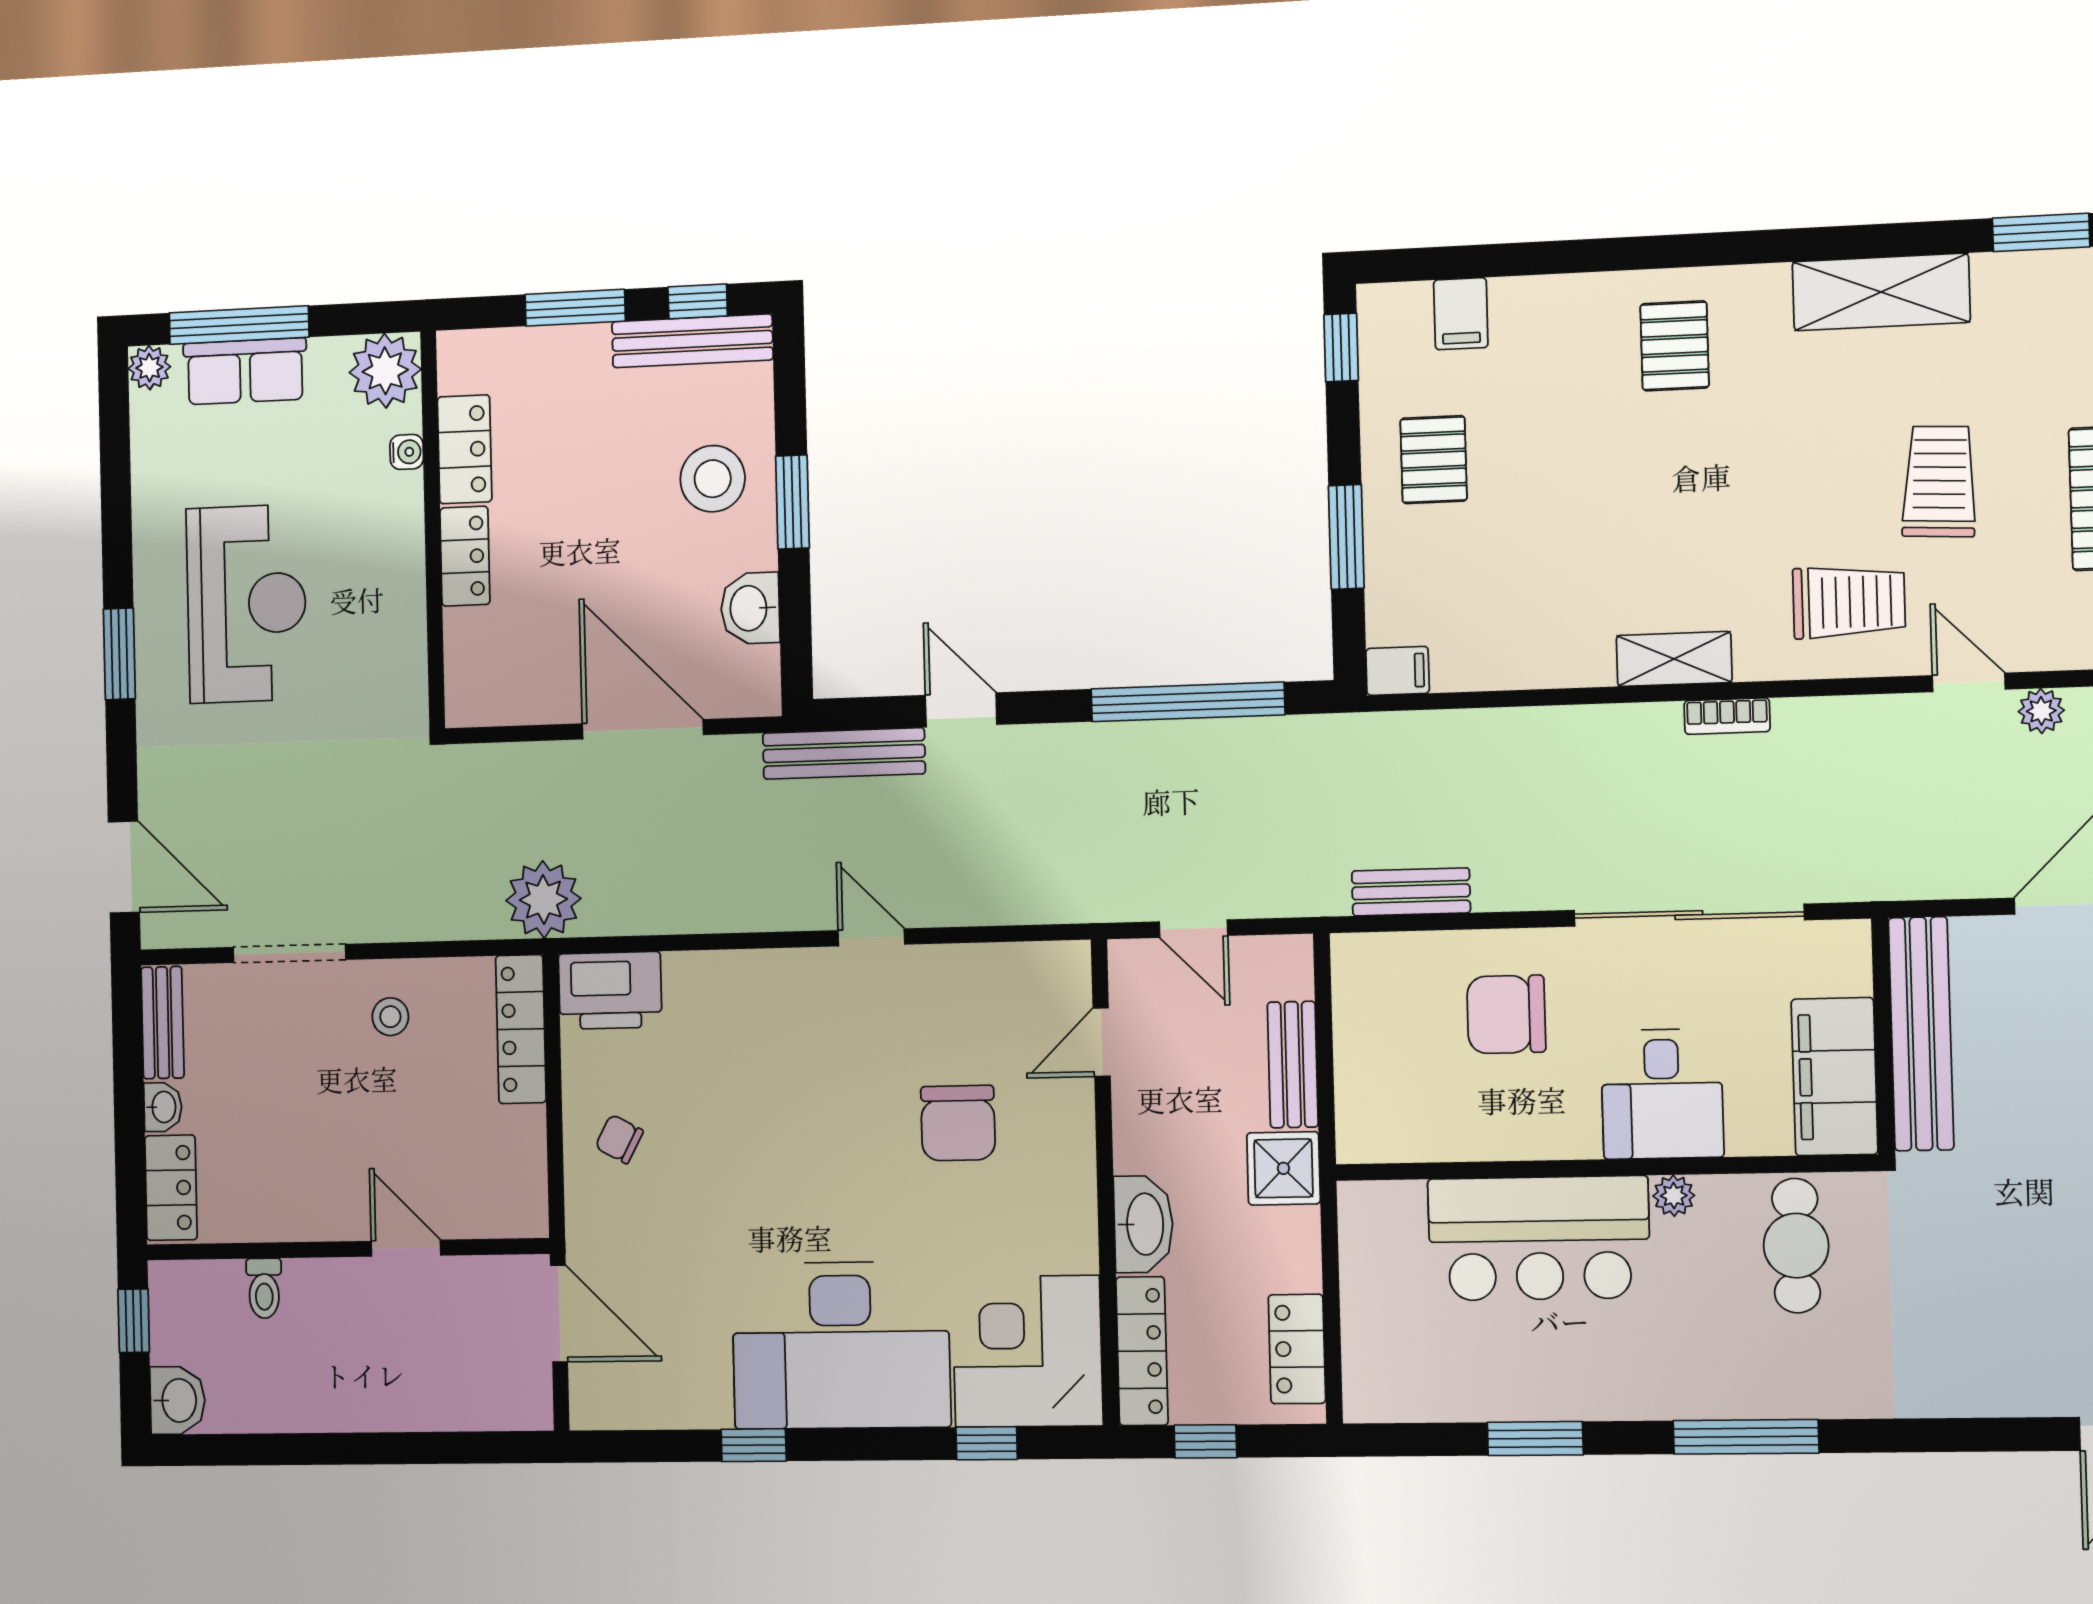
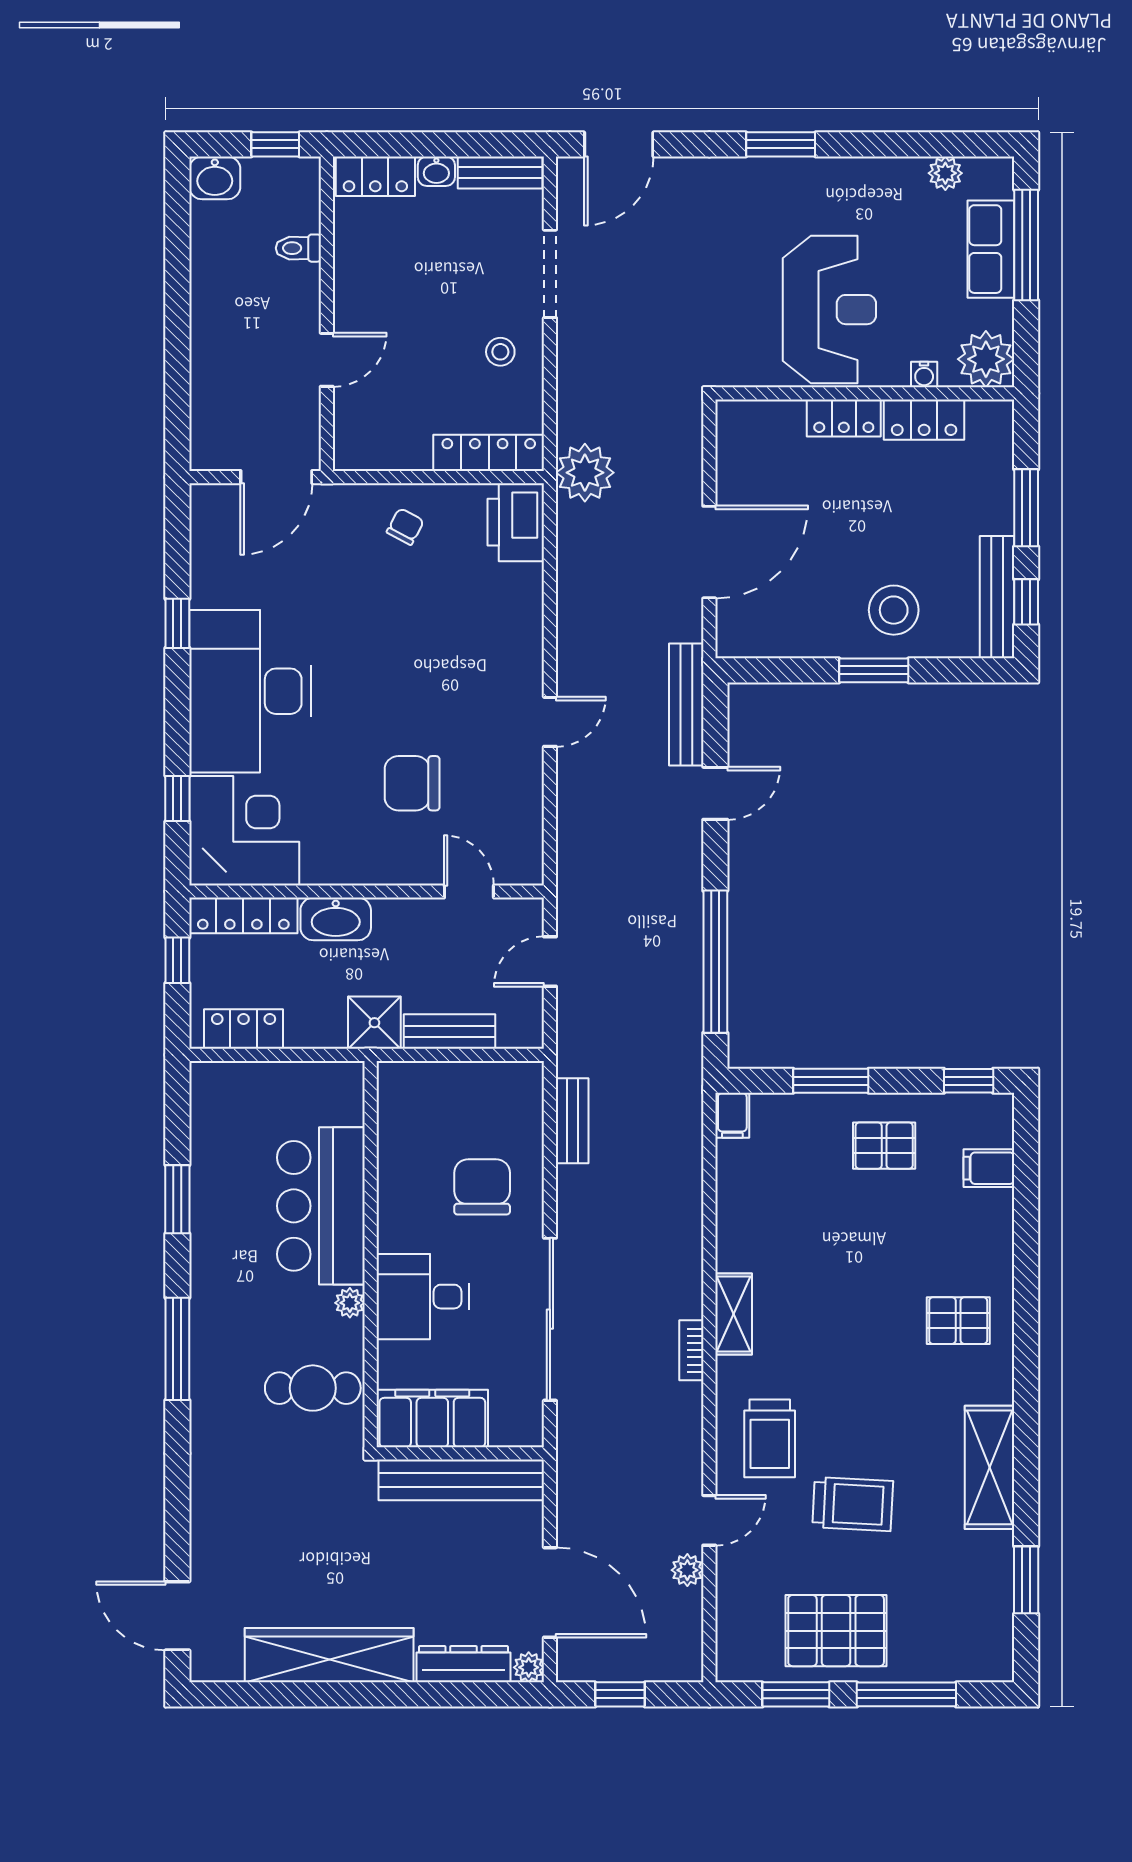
plant: (149, 368) -> (945, 173), moved
reception desk: (247, 604) -> (829, 310), moved, turned -90
washbasin: (750, 608) -> (796, 636), removed

